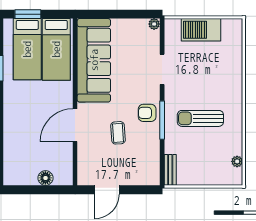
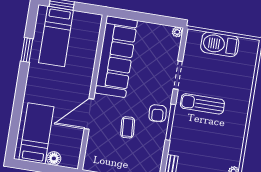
bed: (56, 49) -> (36, 133), moved, turned 180
armchair: (147, 113) -> (158, 113), turned -94
sun lounger: (200, 118) -> (202, 104), moved

